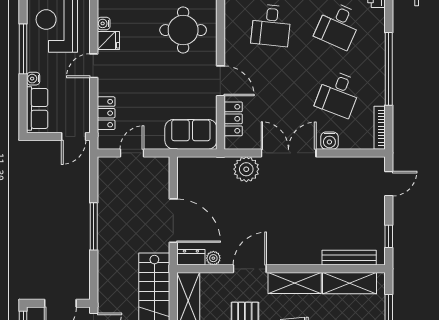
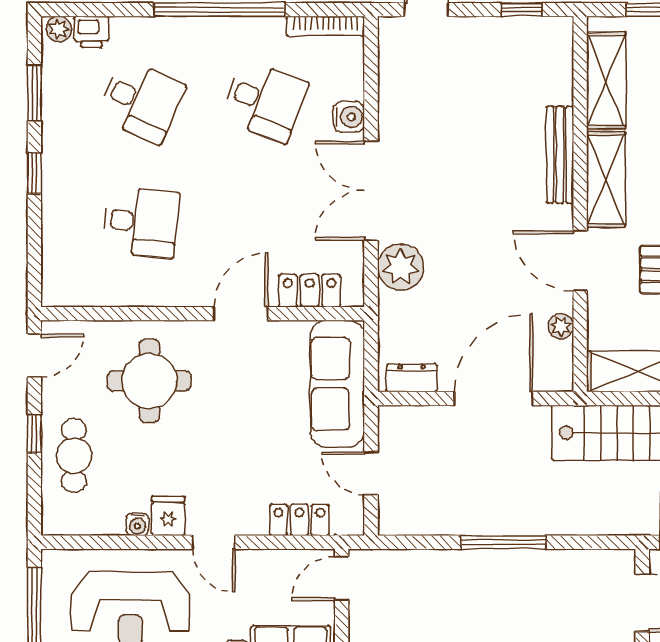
sofa: (191, 134) -> (337, 384), width x1.36
door: (74, 137) -> (342, 578), swing flipped
dresser: (191, 257) -> (412, 378), moved, turned 90
bench: (349, 258) -> (560, 155), moved

